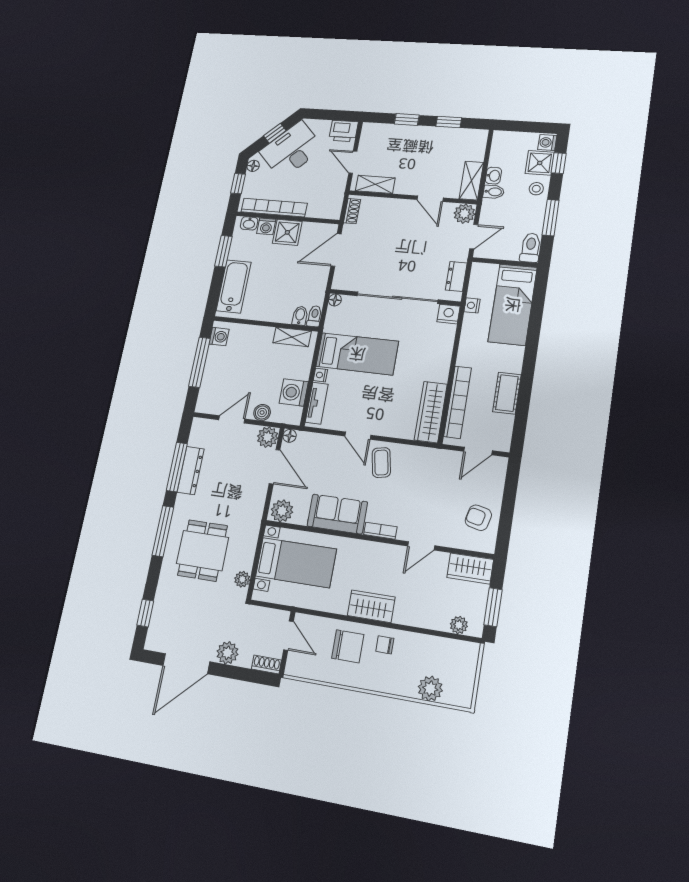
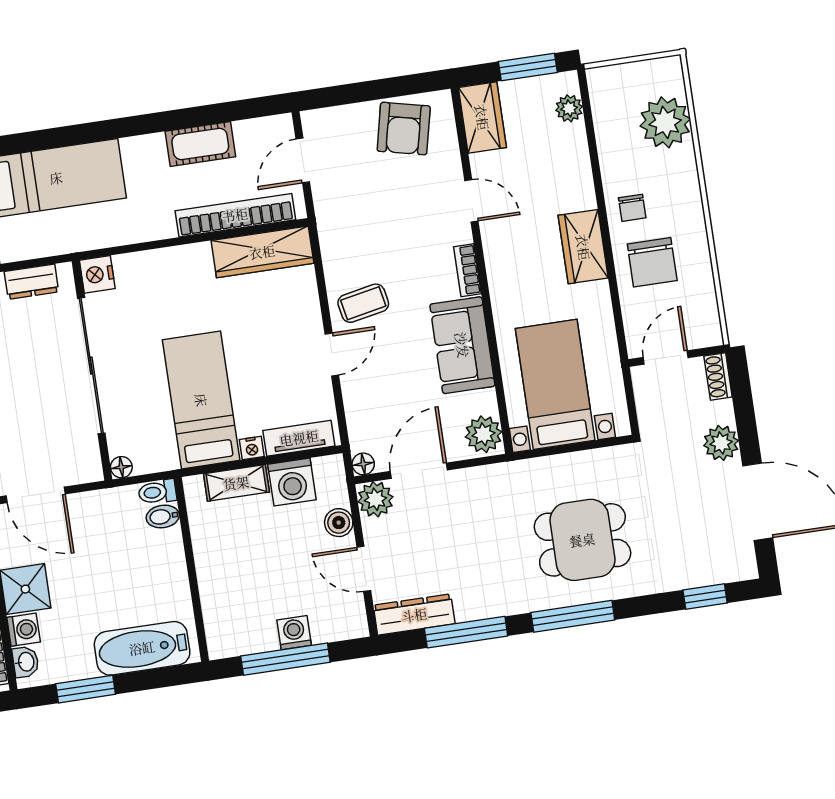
nightstand: (472, 305) -> (73, 241), removed
washing machine: (219, 337) -> (294, 633), moved
shelving: (292, 337) -> (236, 483), moved, turned 90
door: (478, 451) -> (303, 160), swing flipped
dresser: (191, 471) -> (414, 615), moved
armchair: (478, 518) -> (404, 129), width x1.38, depth x1.38
plant: (242, 579) -> (606, 460), removed
chair: (348, 646) -> (652, 262), turned 180
plant: (430, 689) -> (665, 122), width x1.36, depth x1.36

